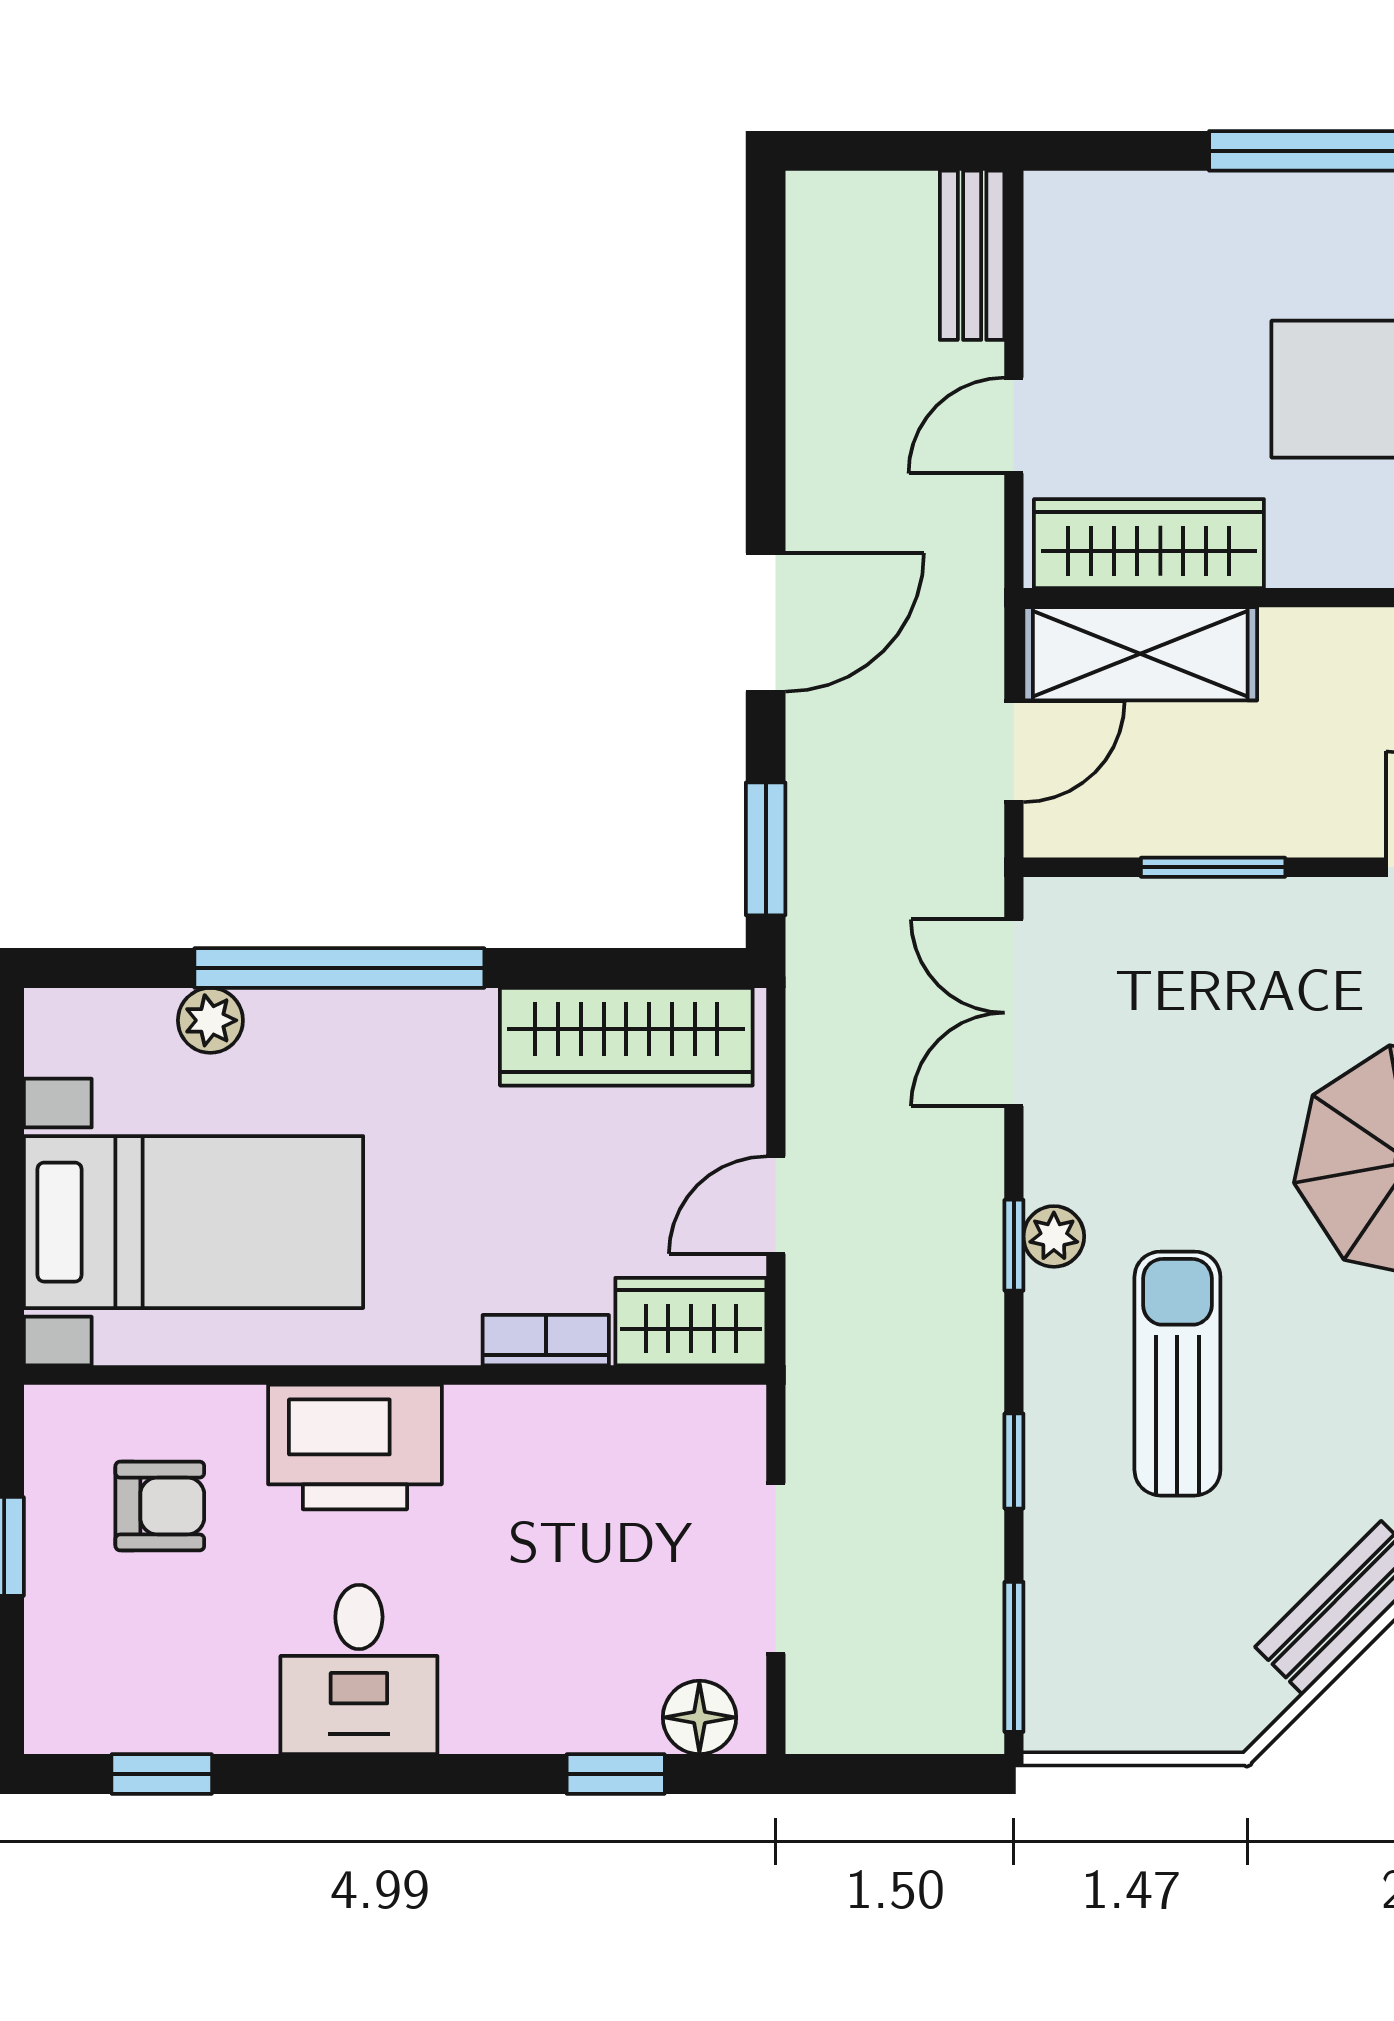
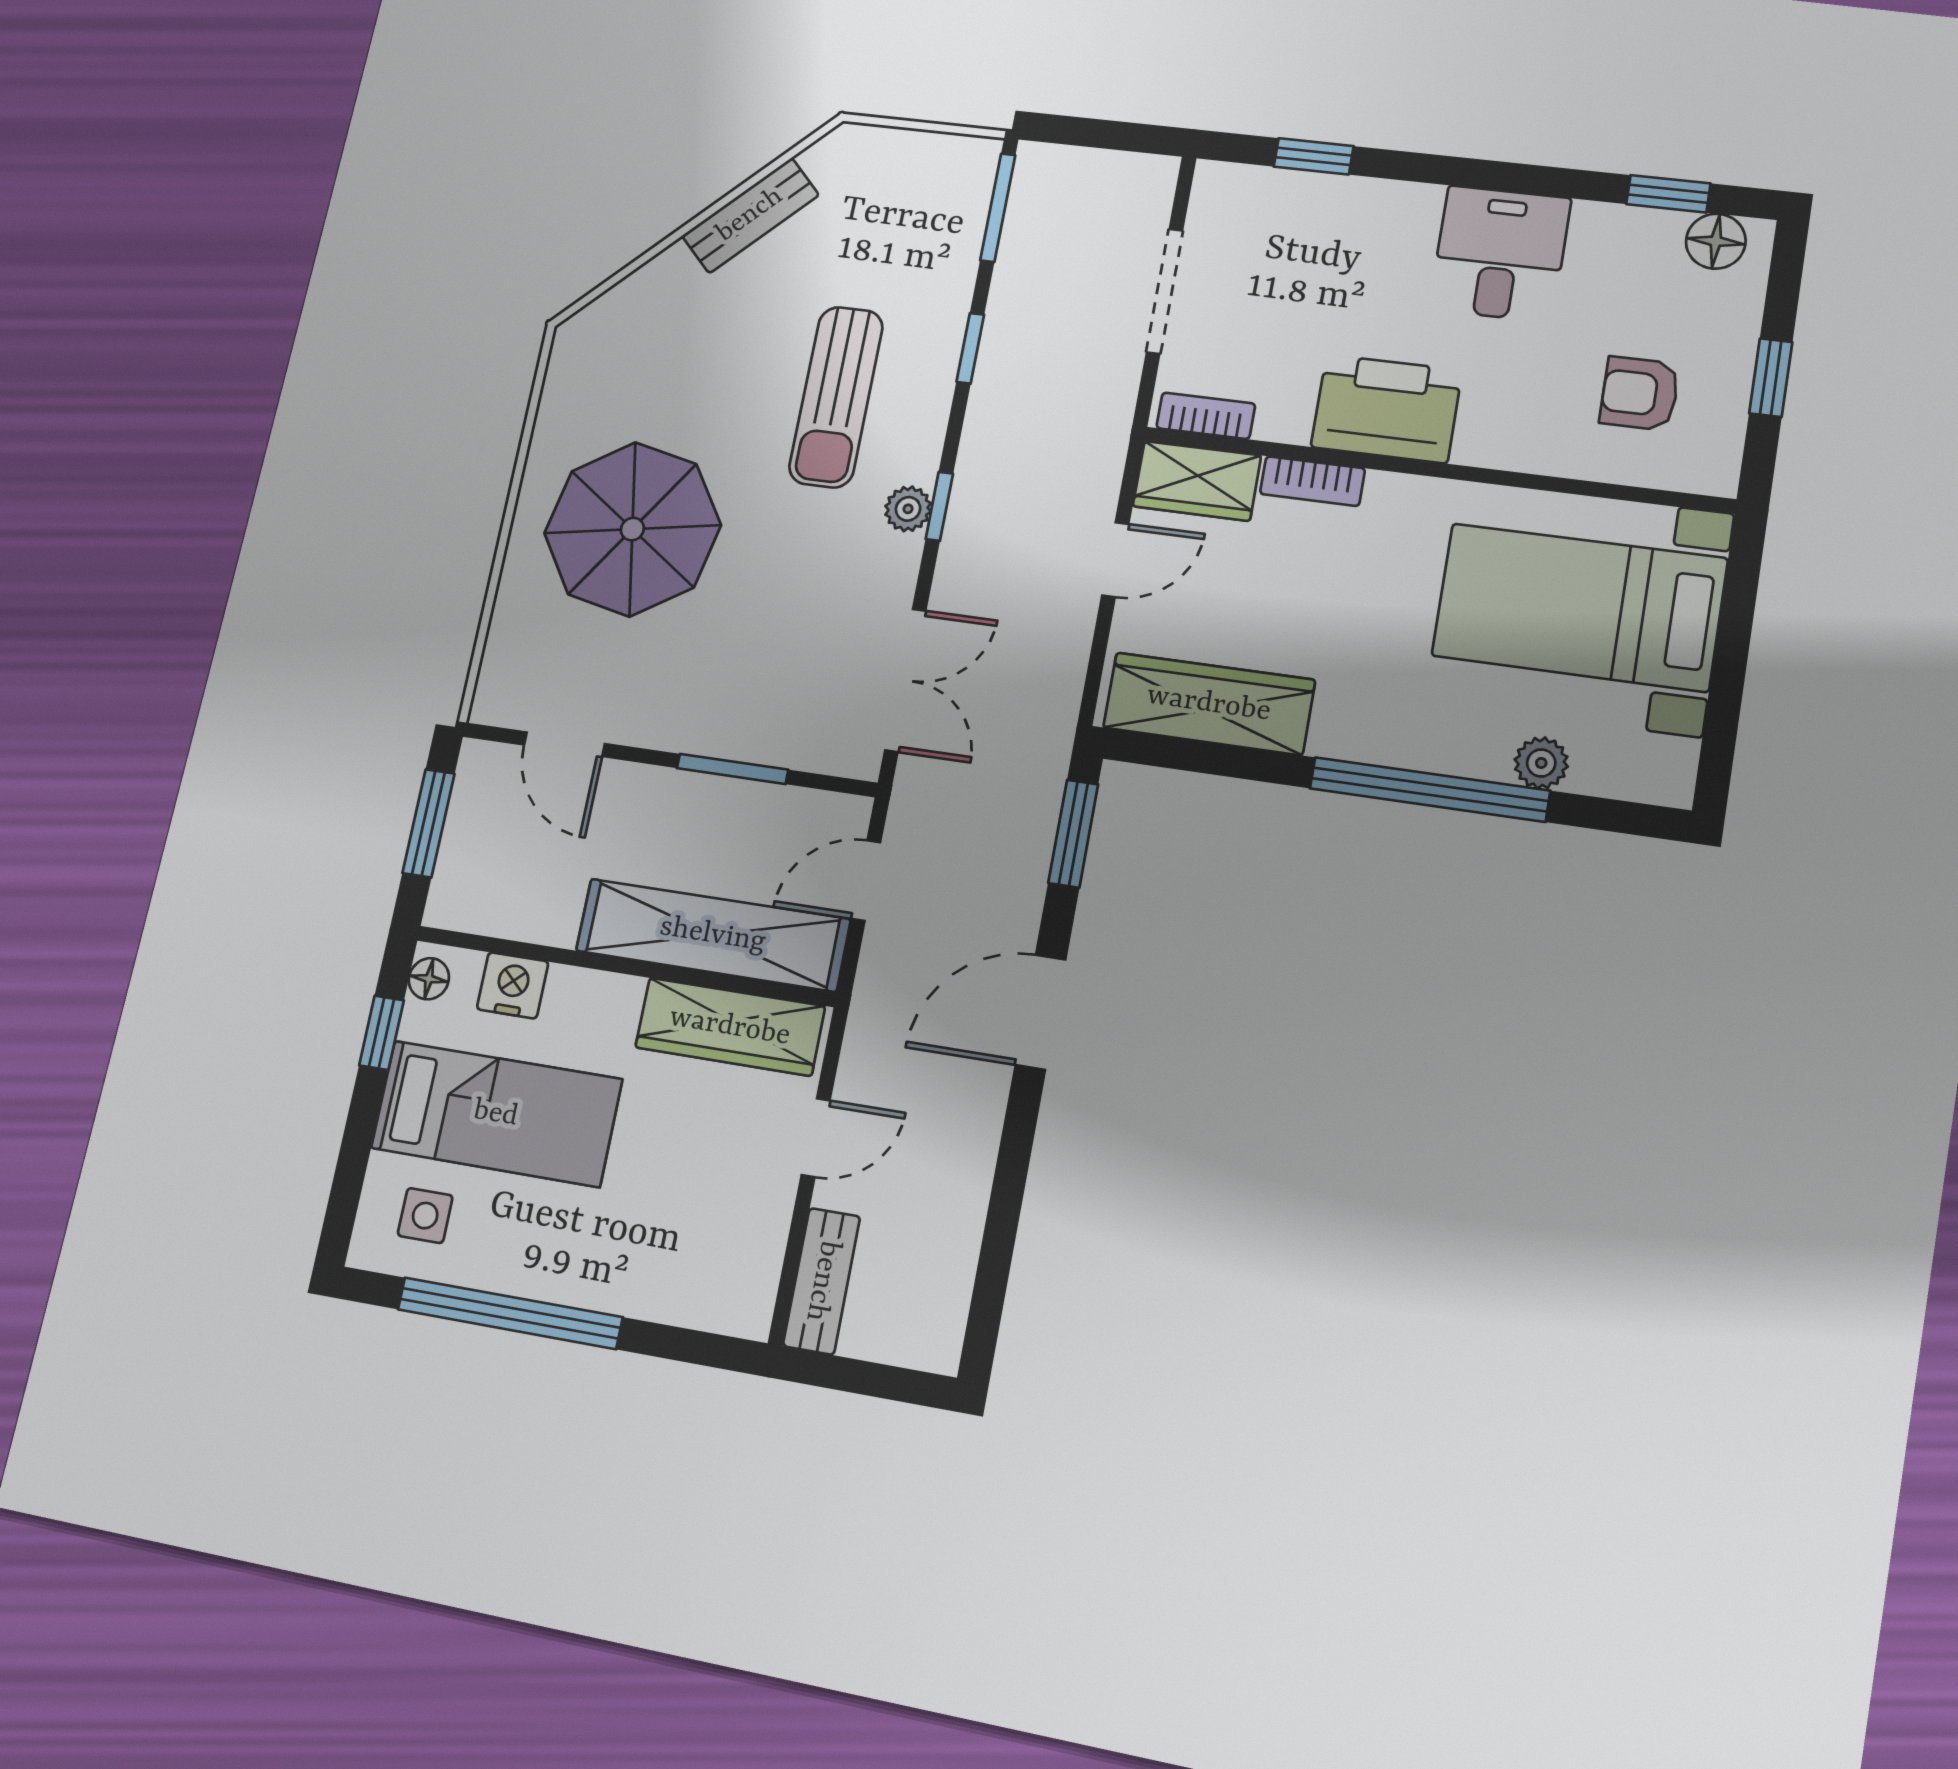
shelving: (1140, 654) -> (713, 935), width x1.47
bookcase: (694, 1409) -> (1206, 416), added
printer: (355, 1447) -> (1386, 409), moved
floor lamp: (699, 1717) -> (1716, 241), moved

